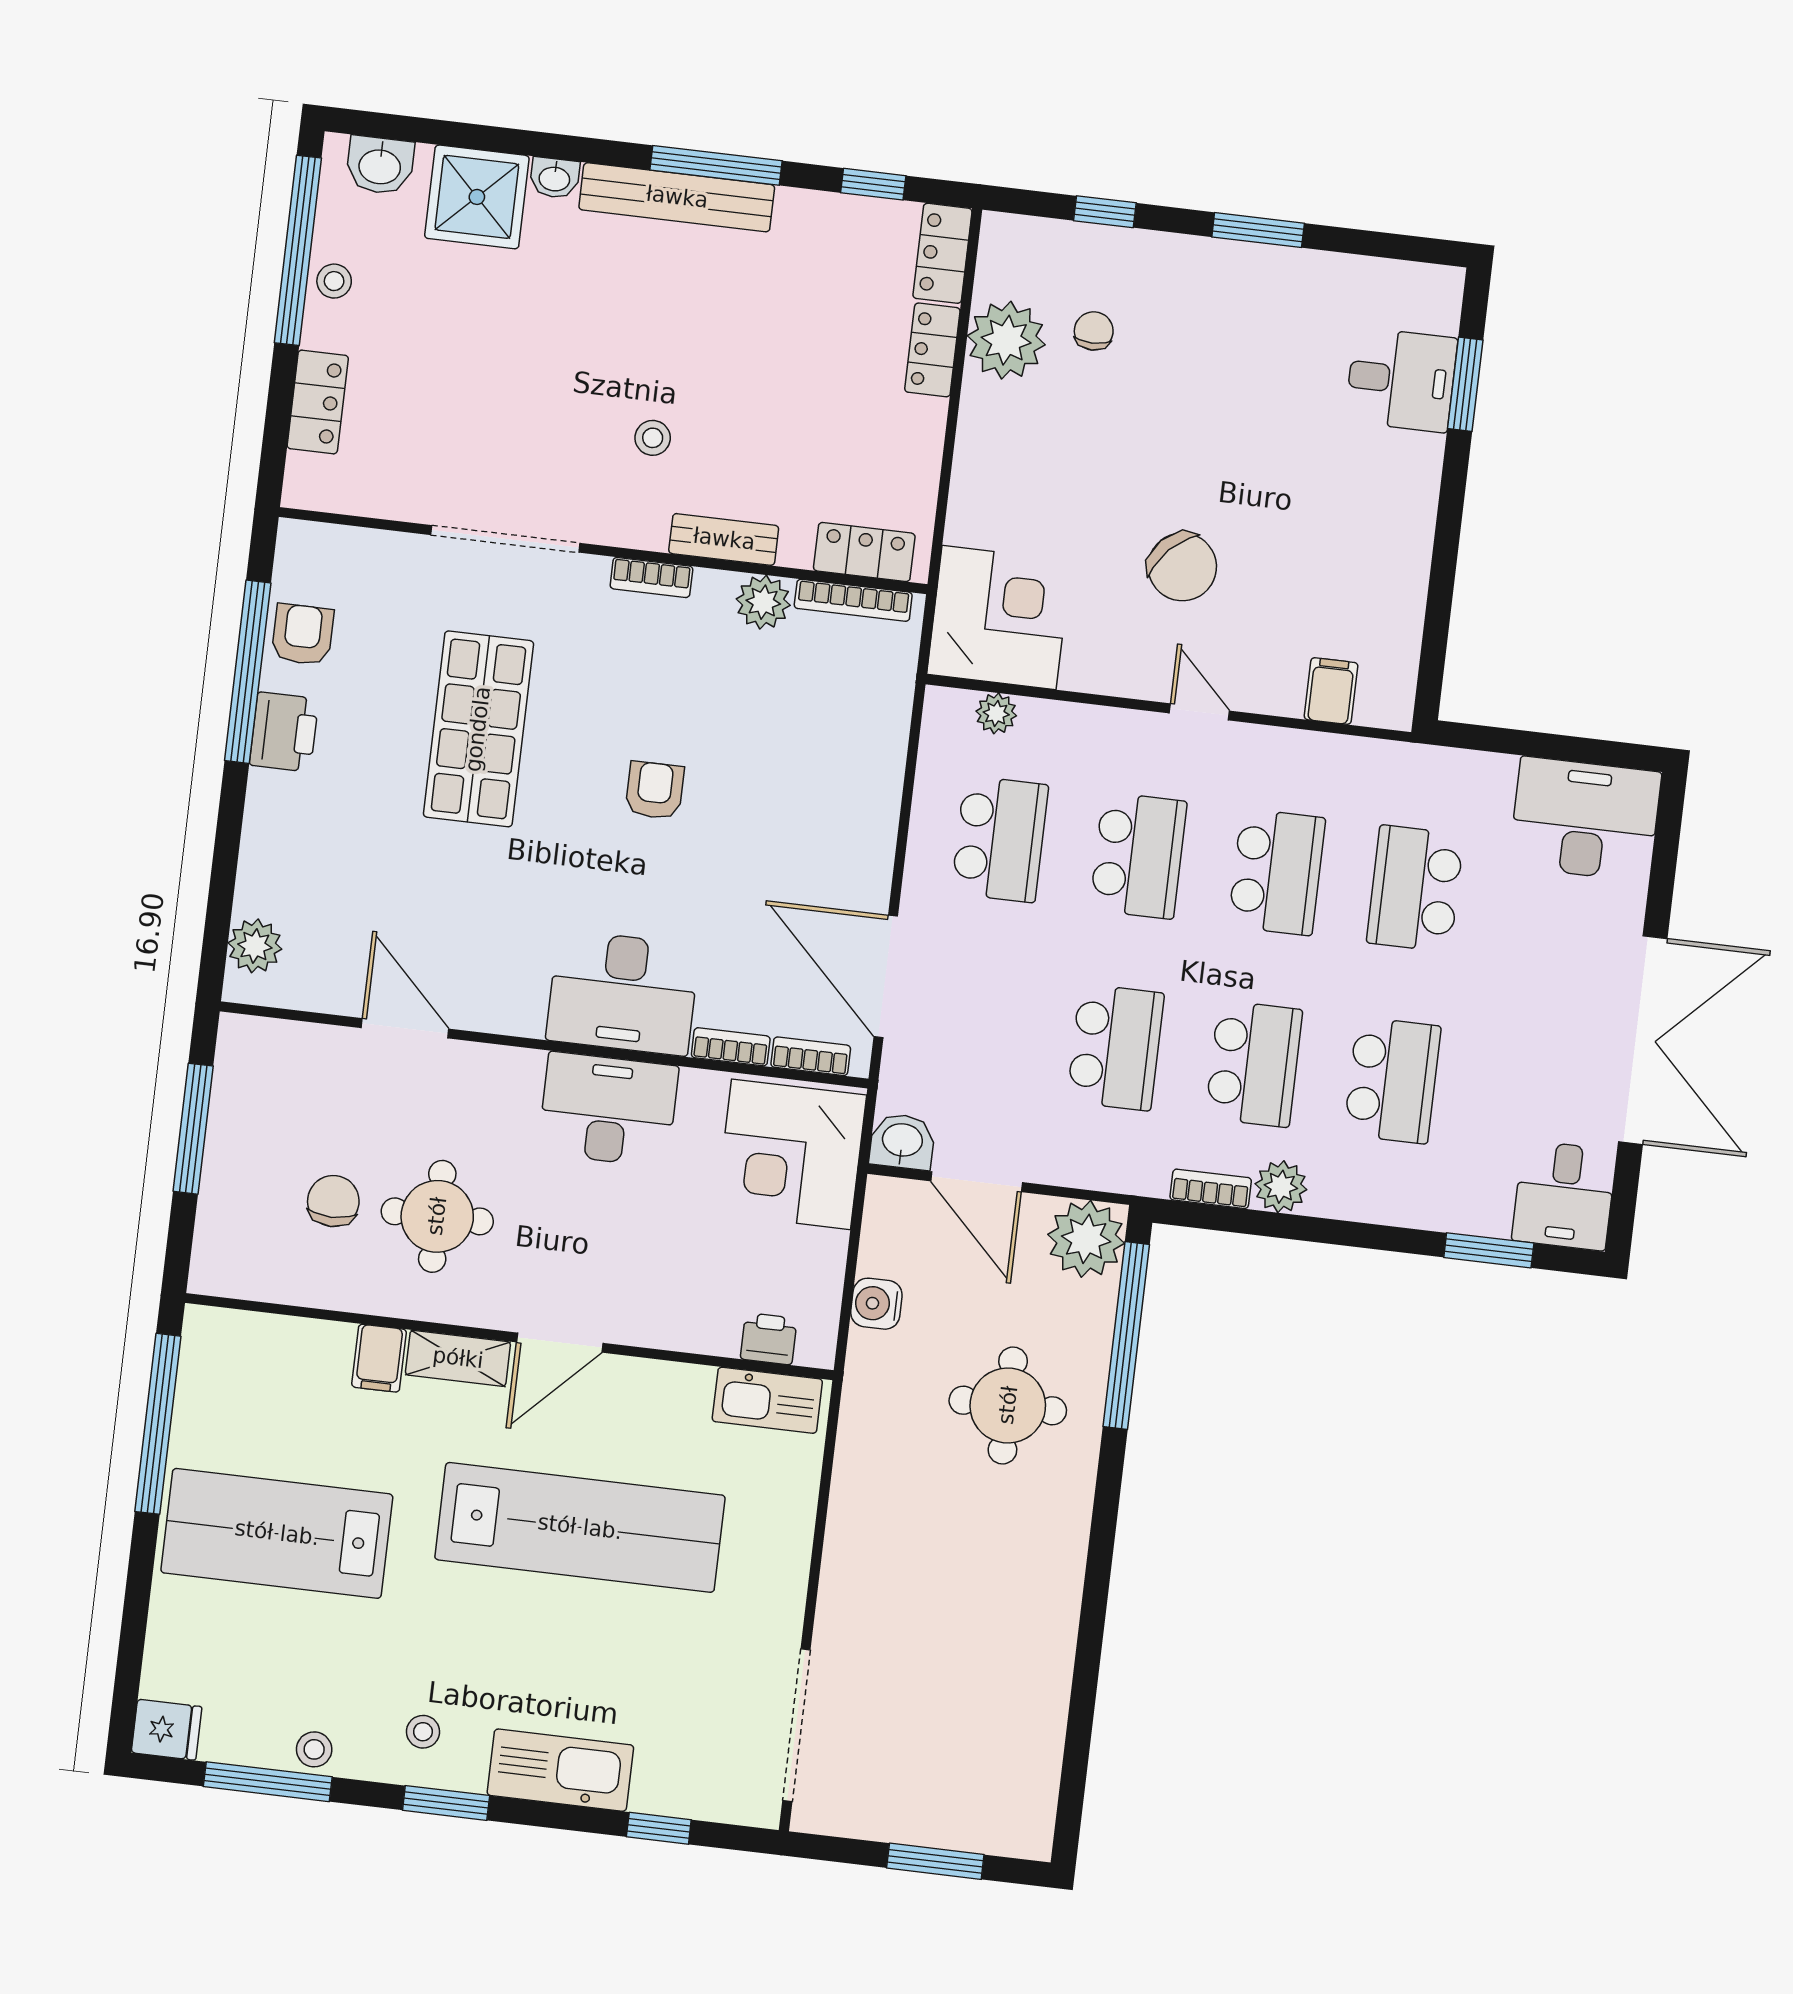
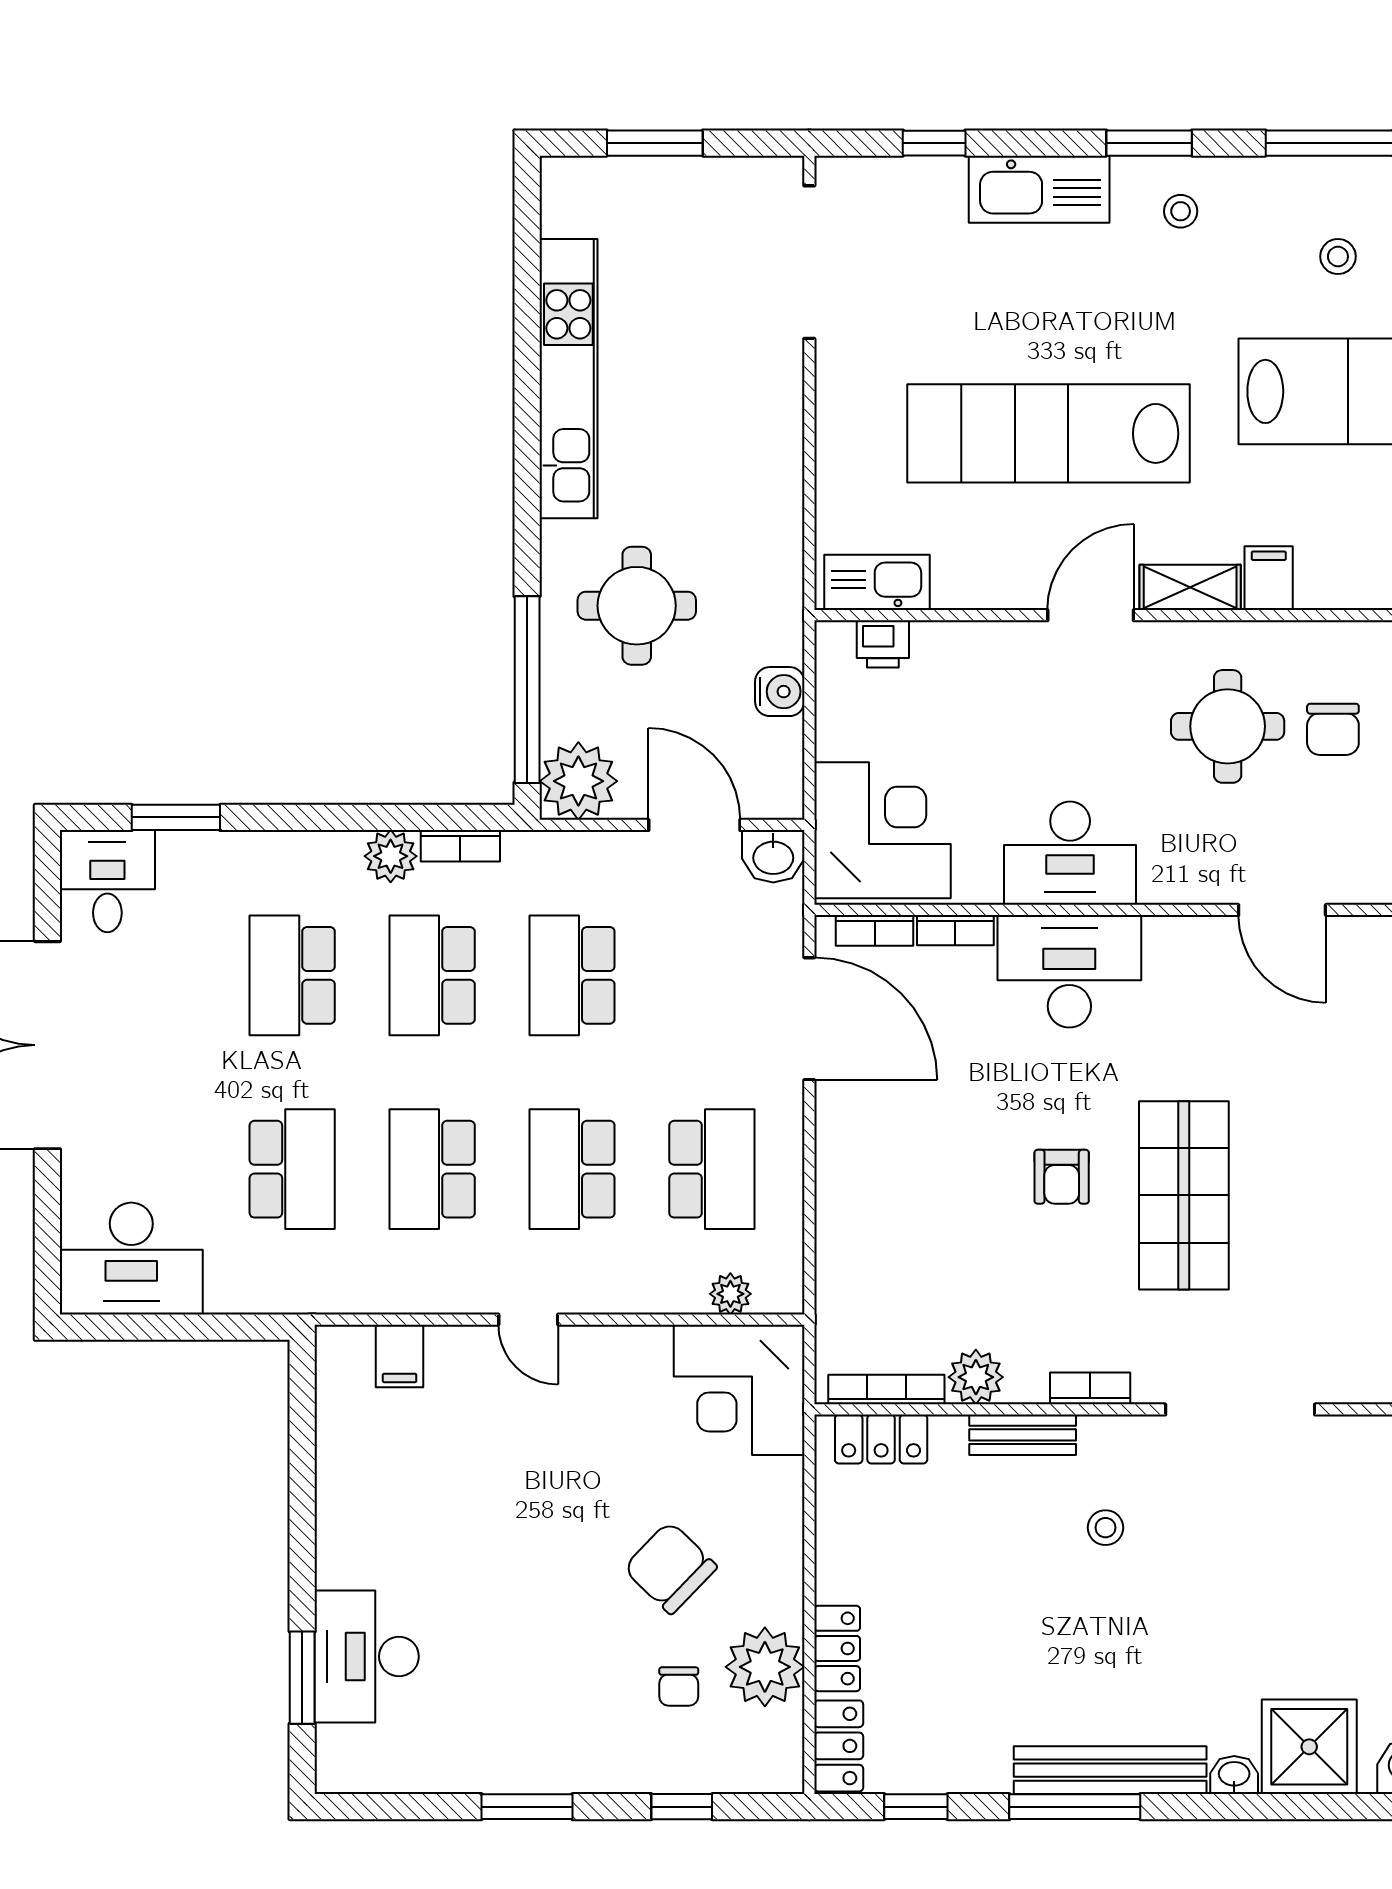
desk: (1401, 380) -> (367, 1657), width x1.37
chair: (1182, 567) -> (670, 1568), moved
shop shelf: (478, 729) -> (1184, 1195), moved
school desk: (1000, 839) -> (712, 1169), turned 180
kitchen unit: (1049, 1638) -> (568, 379), added
stool: (314, 1749) -> (1338, 256), moved

